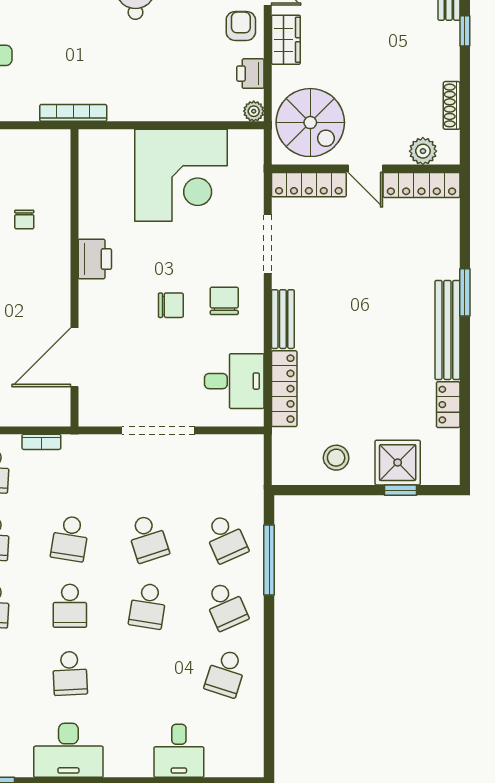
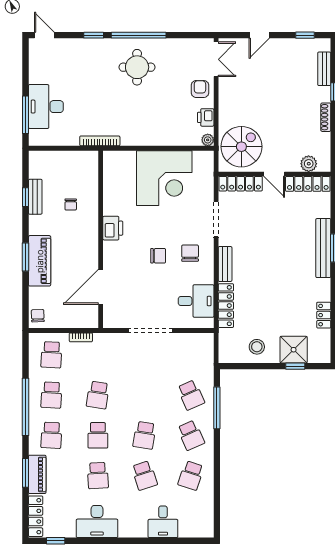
wardrobe: (286, 40) -> (227, 97), removed
shoe rack: (452, 105) -> (326, 117), moved
spiral stairs: (310, 123) -> (241, 147), turned -90
bench: (447, 330) -> (323, 248), moved
school desk: (148, 538) -> (144, 476), moved

